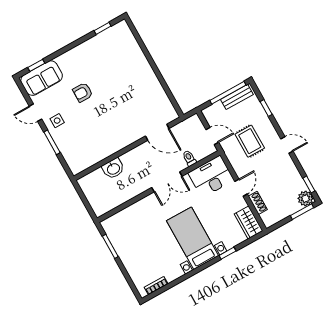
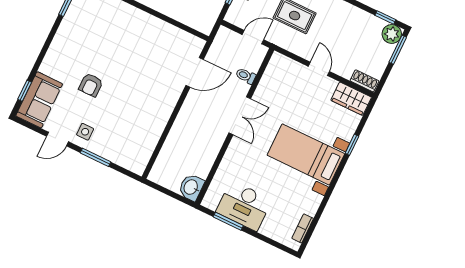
washbasin: (113, 169) -> (191, 187), moved, turned 180
desk: (211, 176) -> (244, 206), moved, turned -90
shoe rack: (258, 203) -> (364, 81), moved

